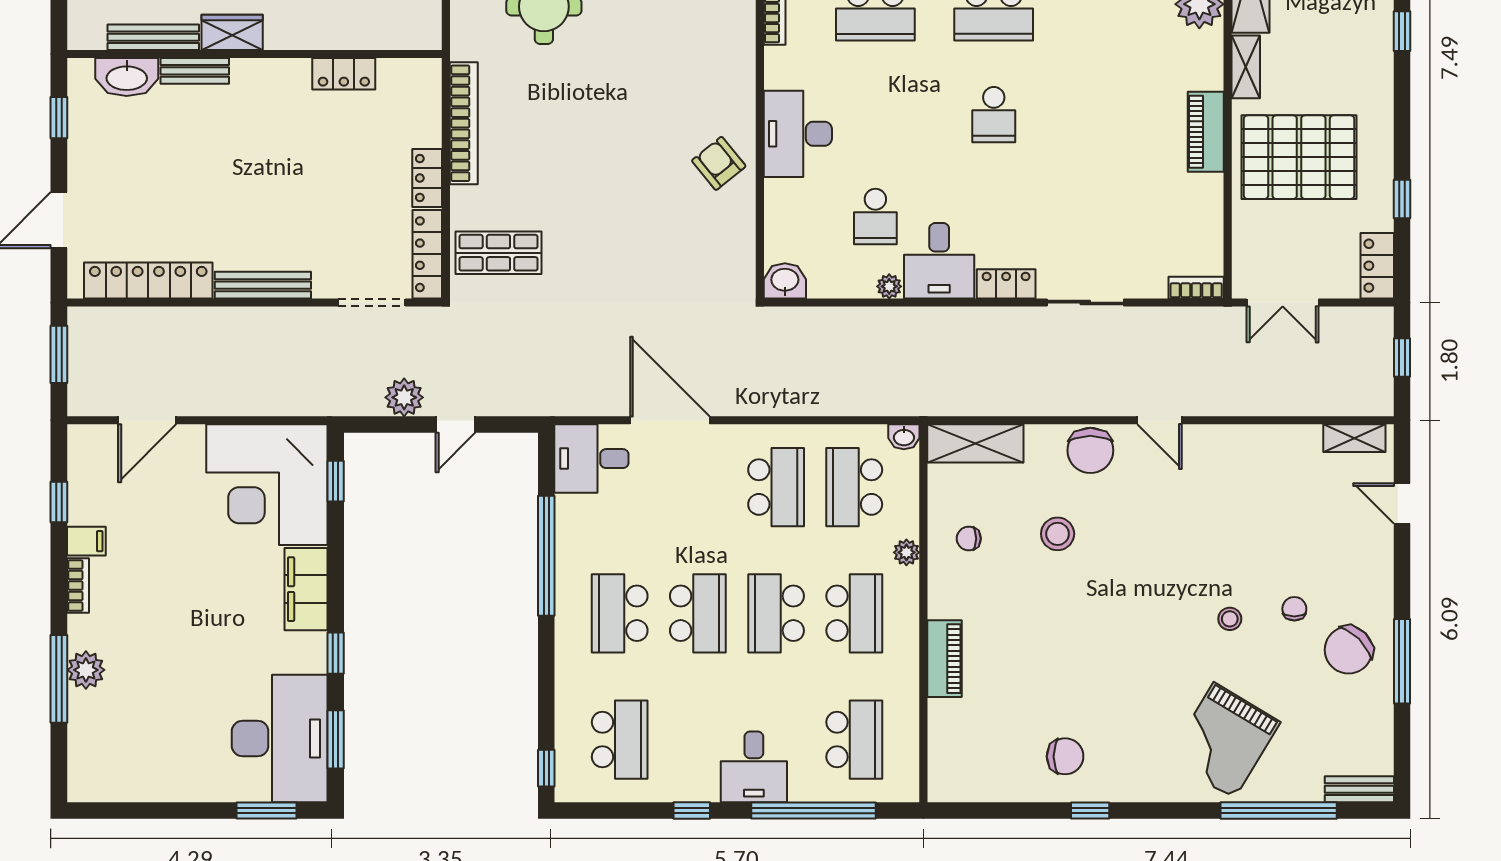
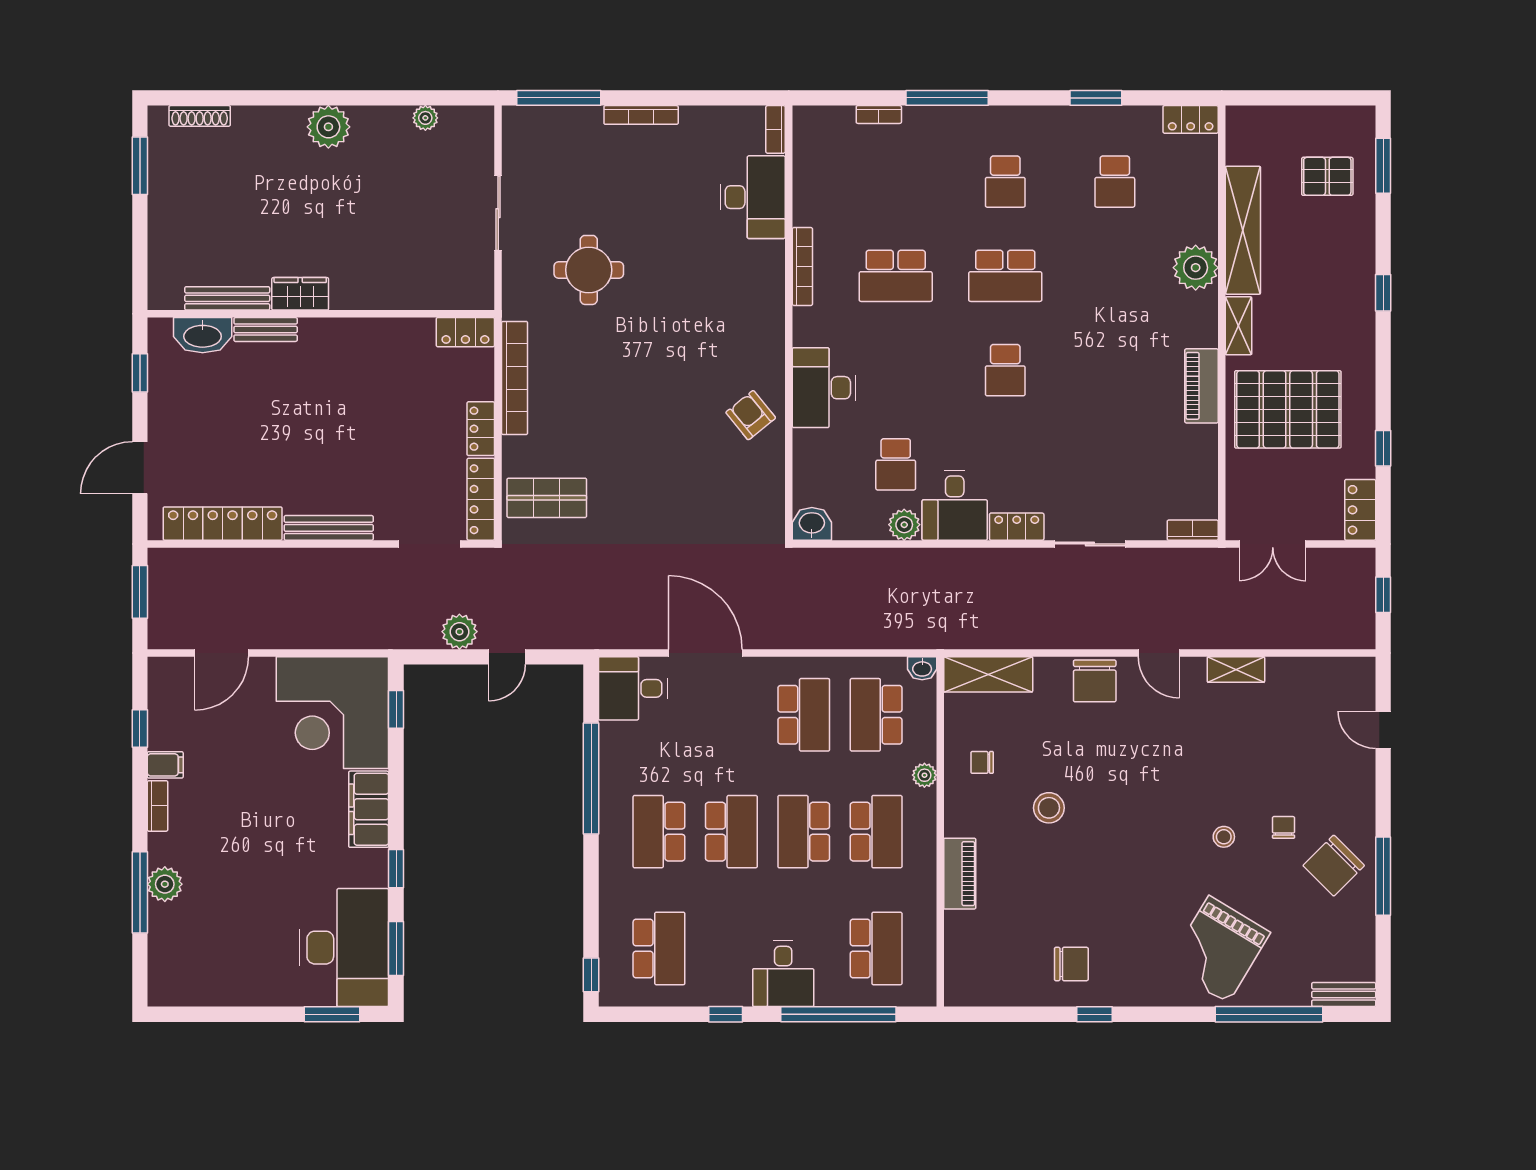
locker: (344, 74) -> (465, 332), moved
plant: (889, 286) -> (904, 525), width x1.38, depth x1.38
shelving: (1354, 438) -> (1236, 669), moved
stool: (1058, 534) -> (1049, 808), moved

